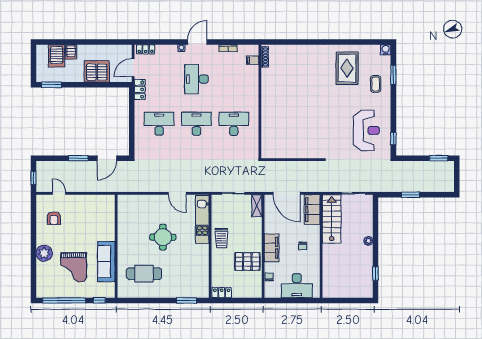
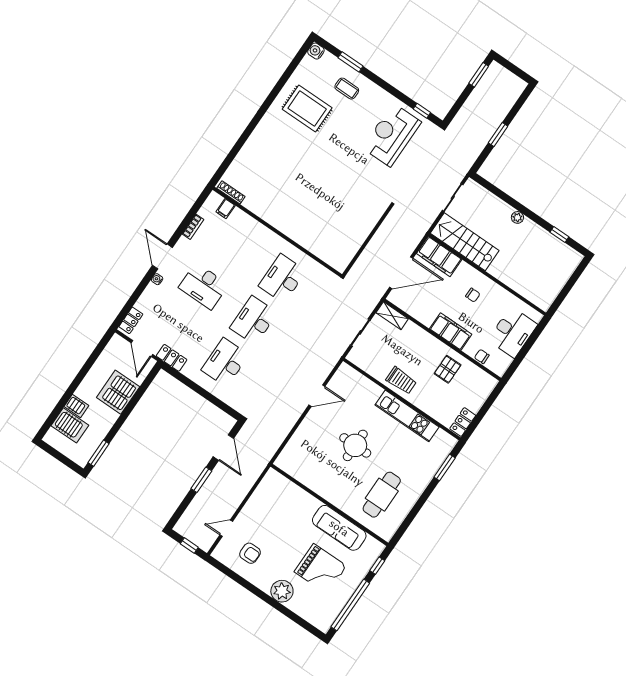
reception desk: (366, 130) -> (392, 135), turned -90
kitchen unit: (202, 219) -> (407, 416), moved
pallet: (247, 262) -> (448, 369), width x0.67, depth x0.71

